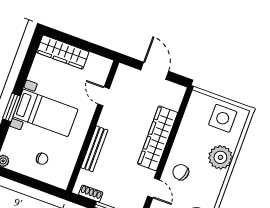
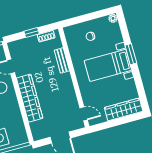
door: (104, 96) -> (84, 114), moved
bench: (94, 149) -> (62, 60), width x0.73

